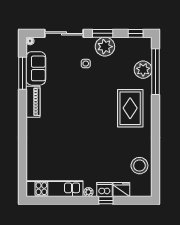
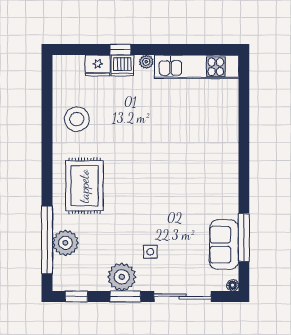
piano: (33, 102) -> (228, 195), removed
stool: (139, 166) -> (77, 119), moved

